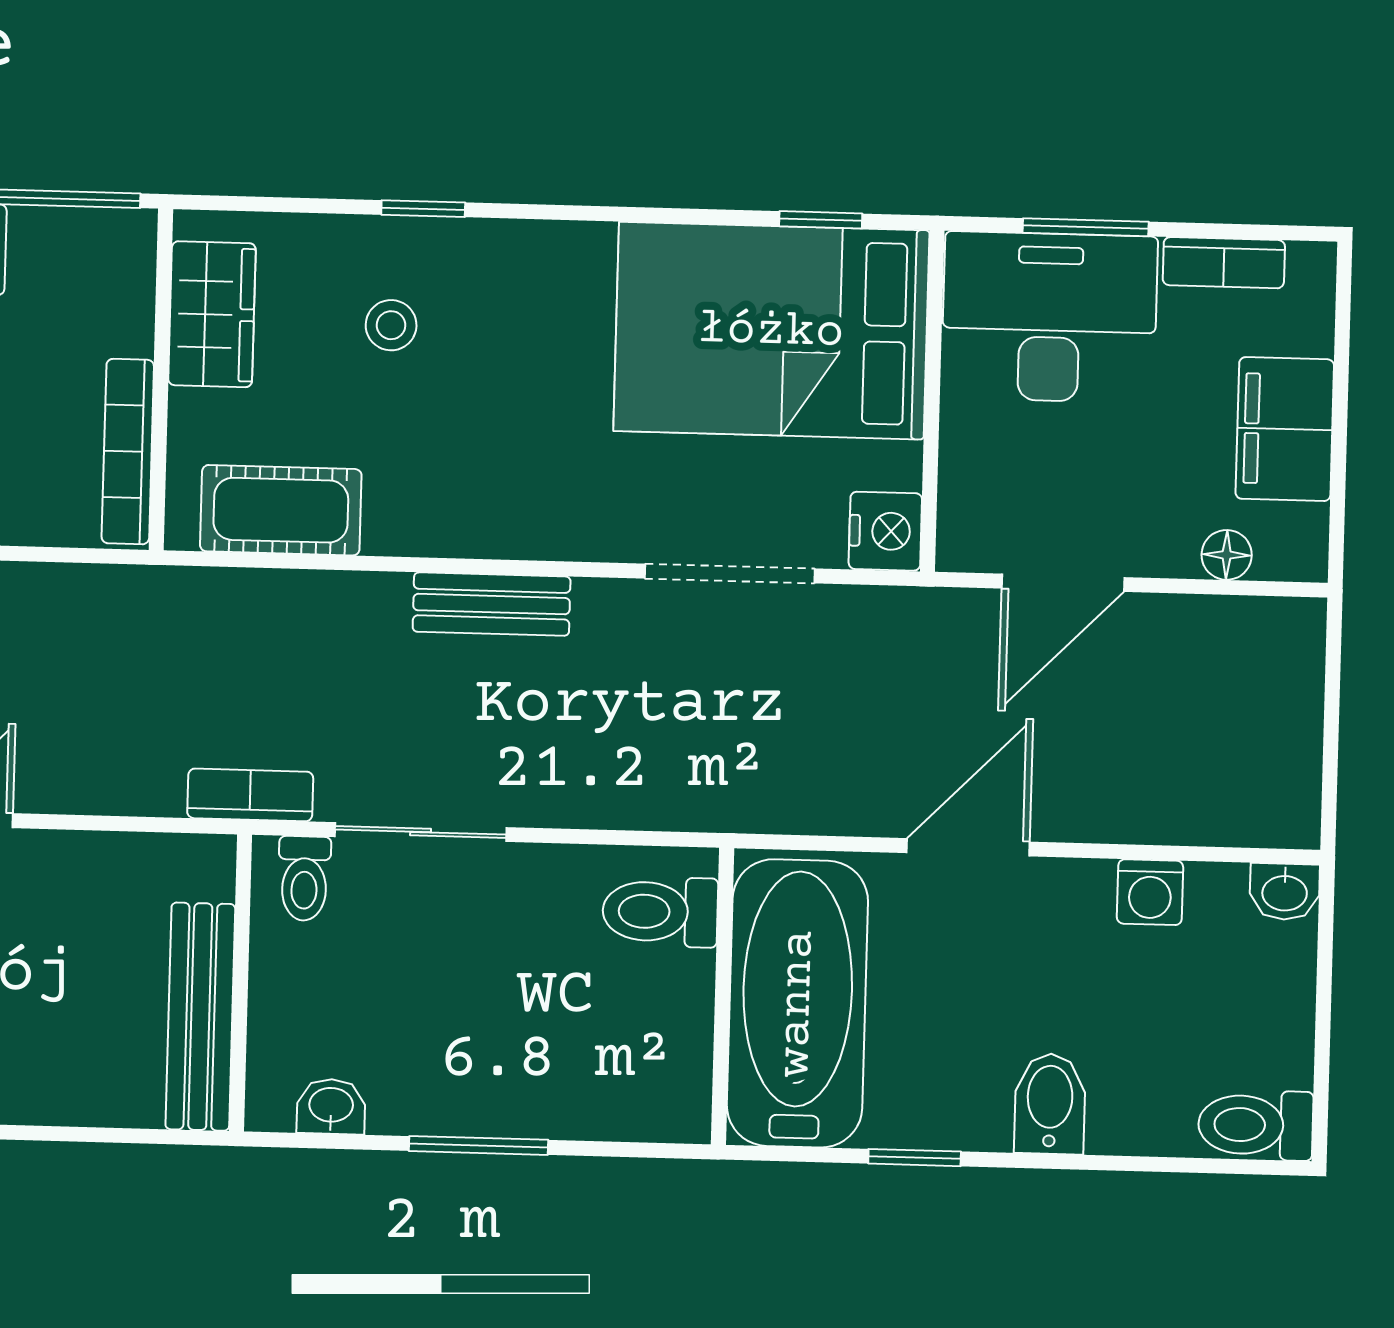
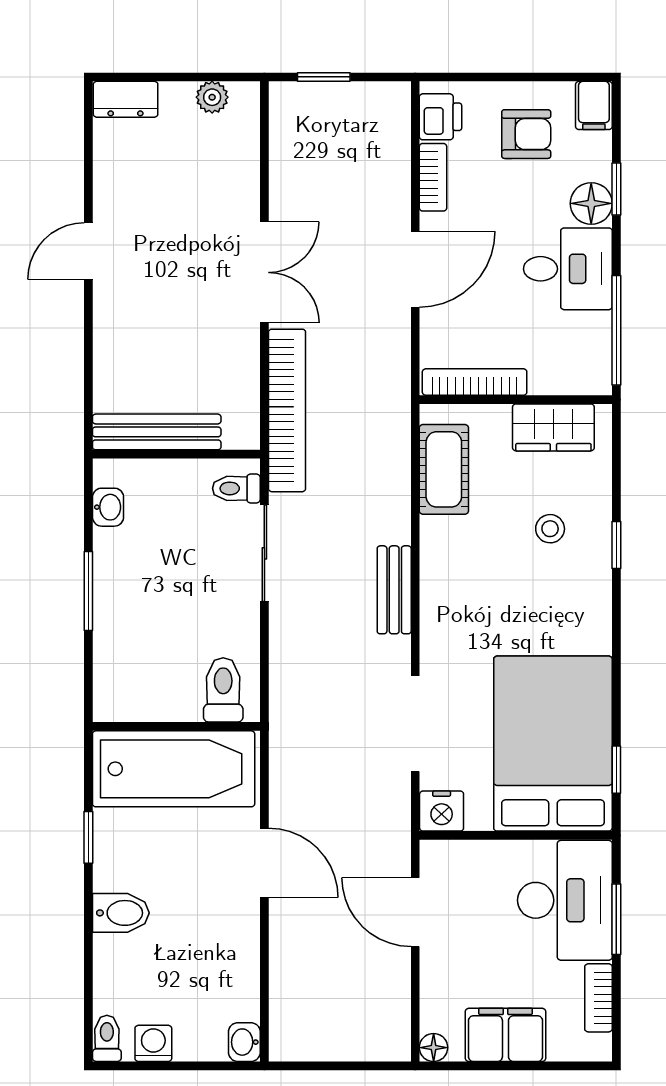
floor lamp: (1227, 555) -> (434, 1048), moved
bookcase: (250, 795) -> (287, 410), width x2.31, depth x1.31
washing machine: (1150, 892) -> (153, 1043), moved, turned 90
toilet: (1256, 1125) -> (107, 1038), width x0.73, depth x0.72

